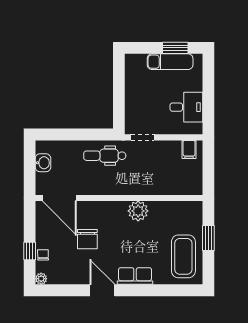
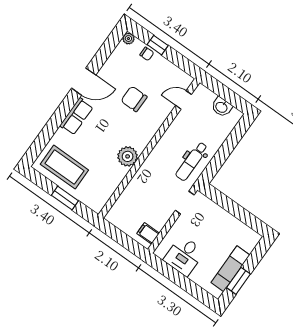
dental chair: (105, 156) -> (192, 161), turned 180
door: (59, 198) -> (184, 100), width x0.53

